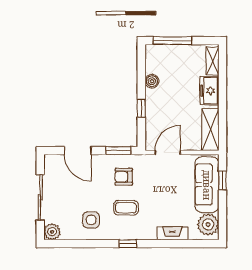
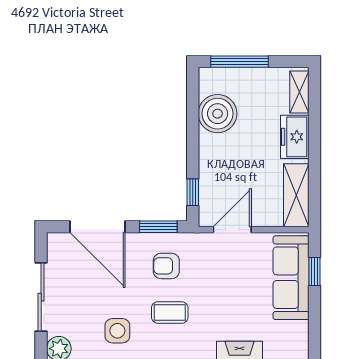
boiler: (152, 81) -> (218, 114), width x1.86, depth x1.86
window: (141, 108) -> (193, 192), moved
door: (78, 151) -> (97, 227), width x1.36
plant: (208, 224) -> (293, 338), removed

